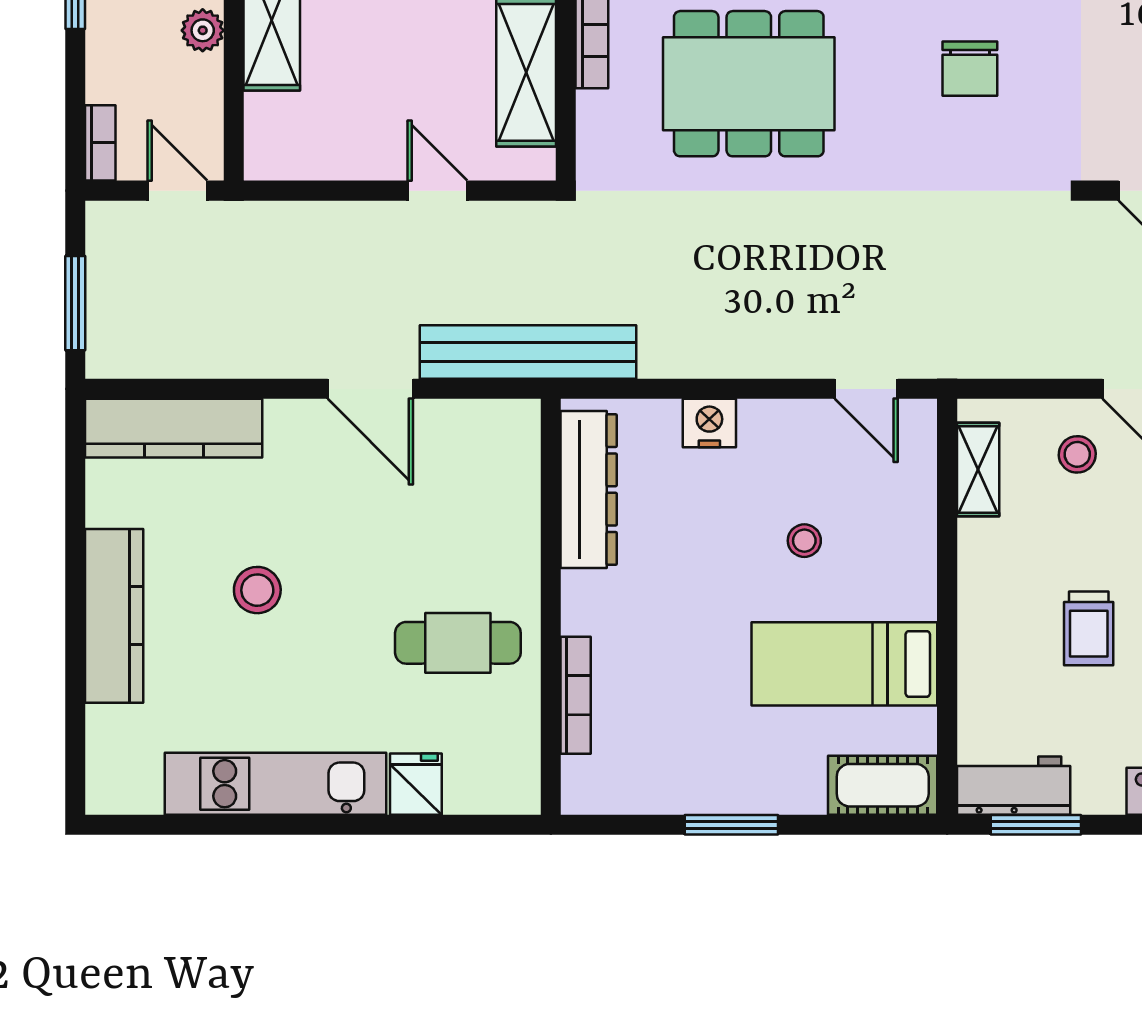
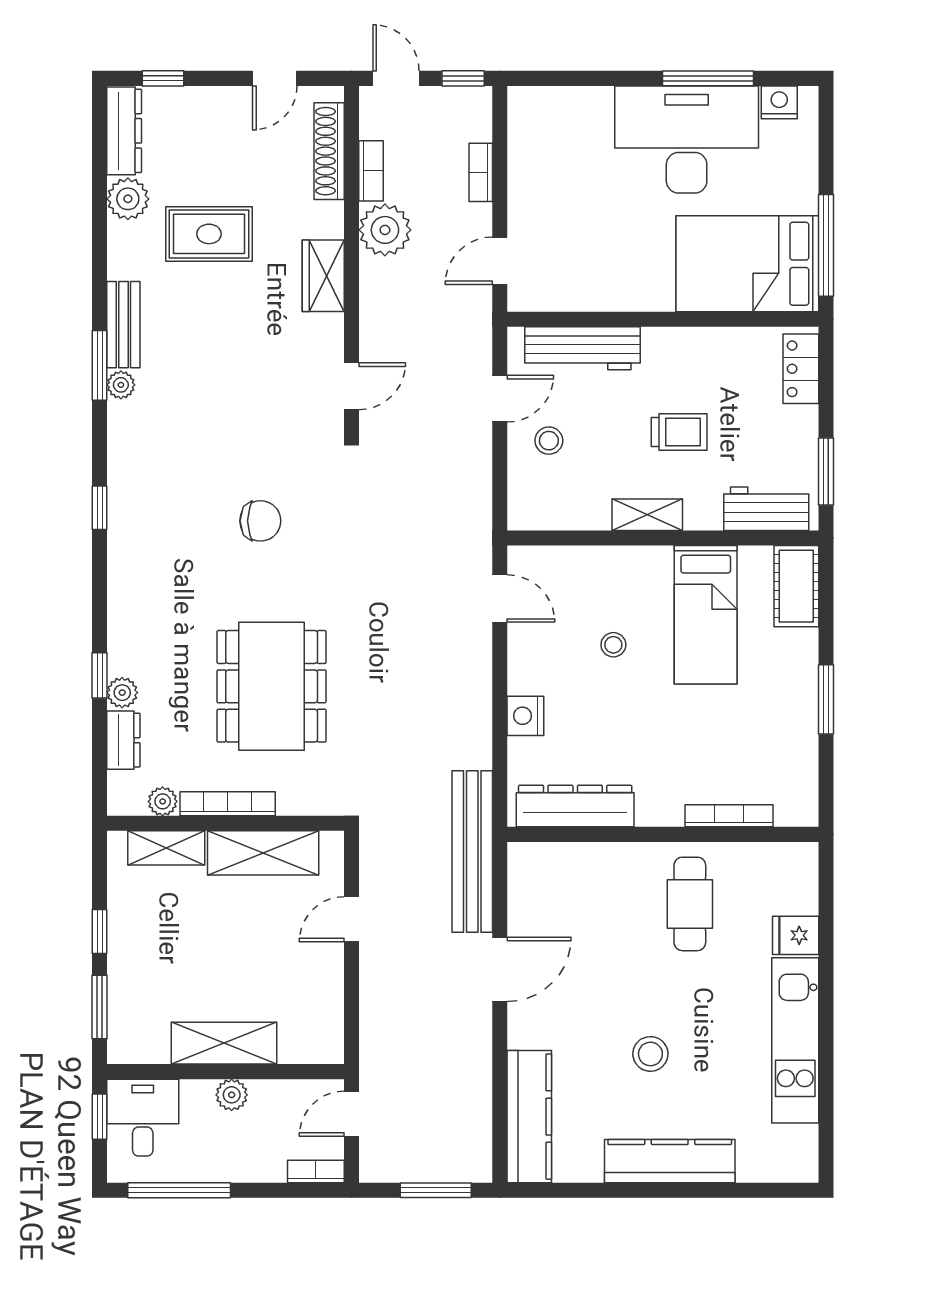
door: (866, 389) -> (500, 598), hinge flipped
shelving: (978, 470) -> (647, 515), moved
workbench: (1014, 786) -> (766, 509), moved, turned 90

